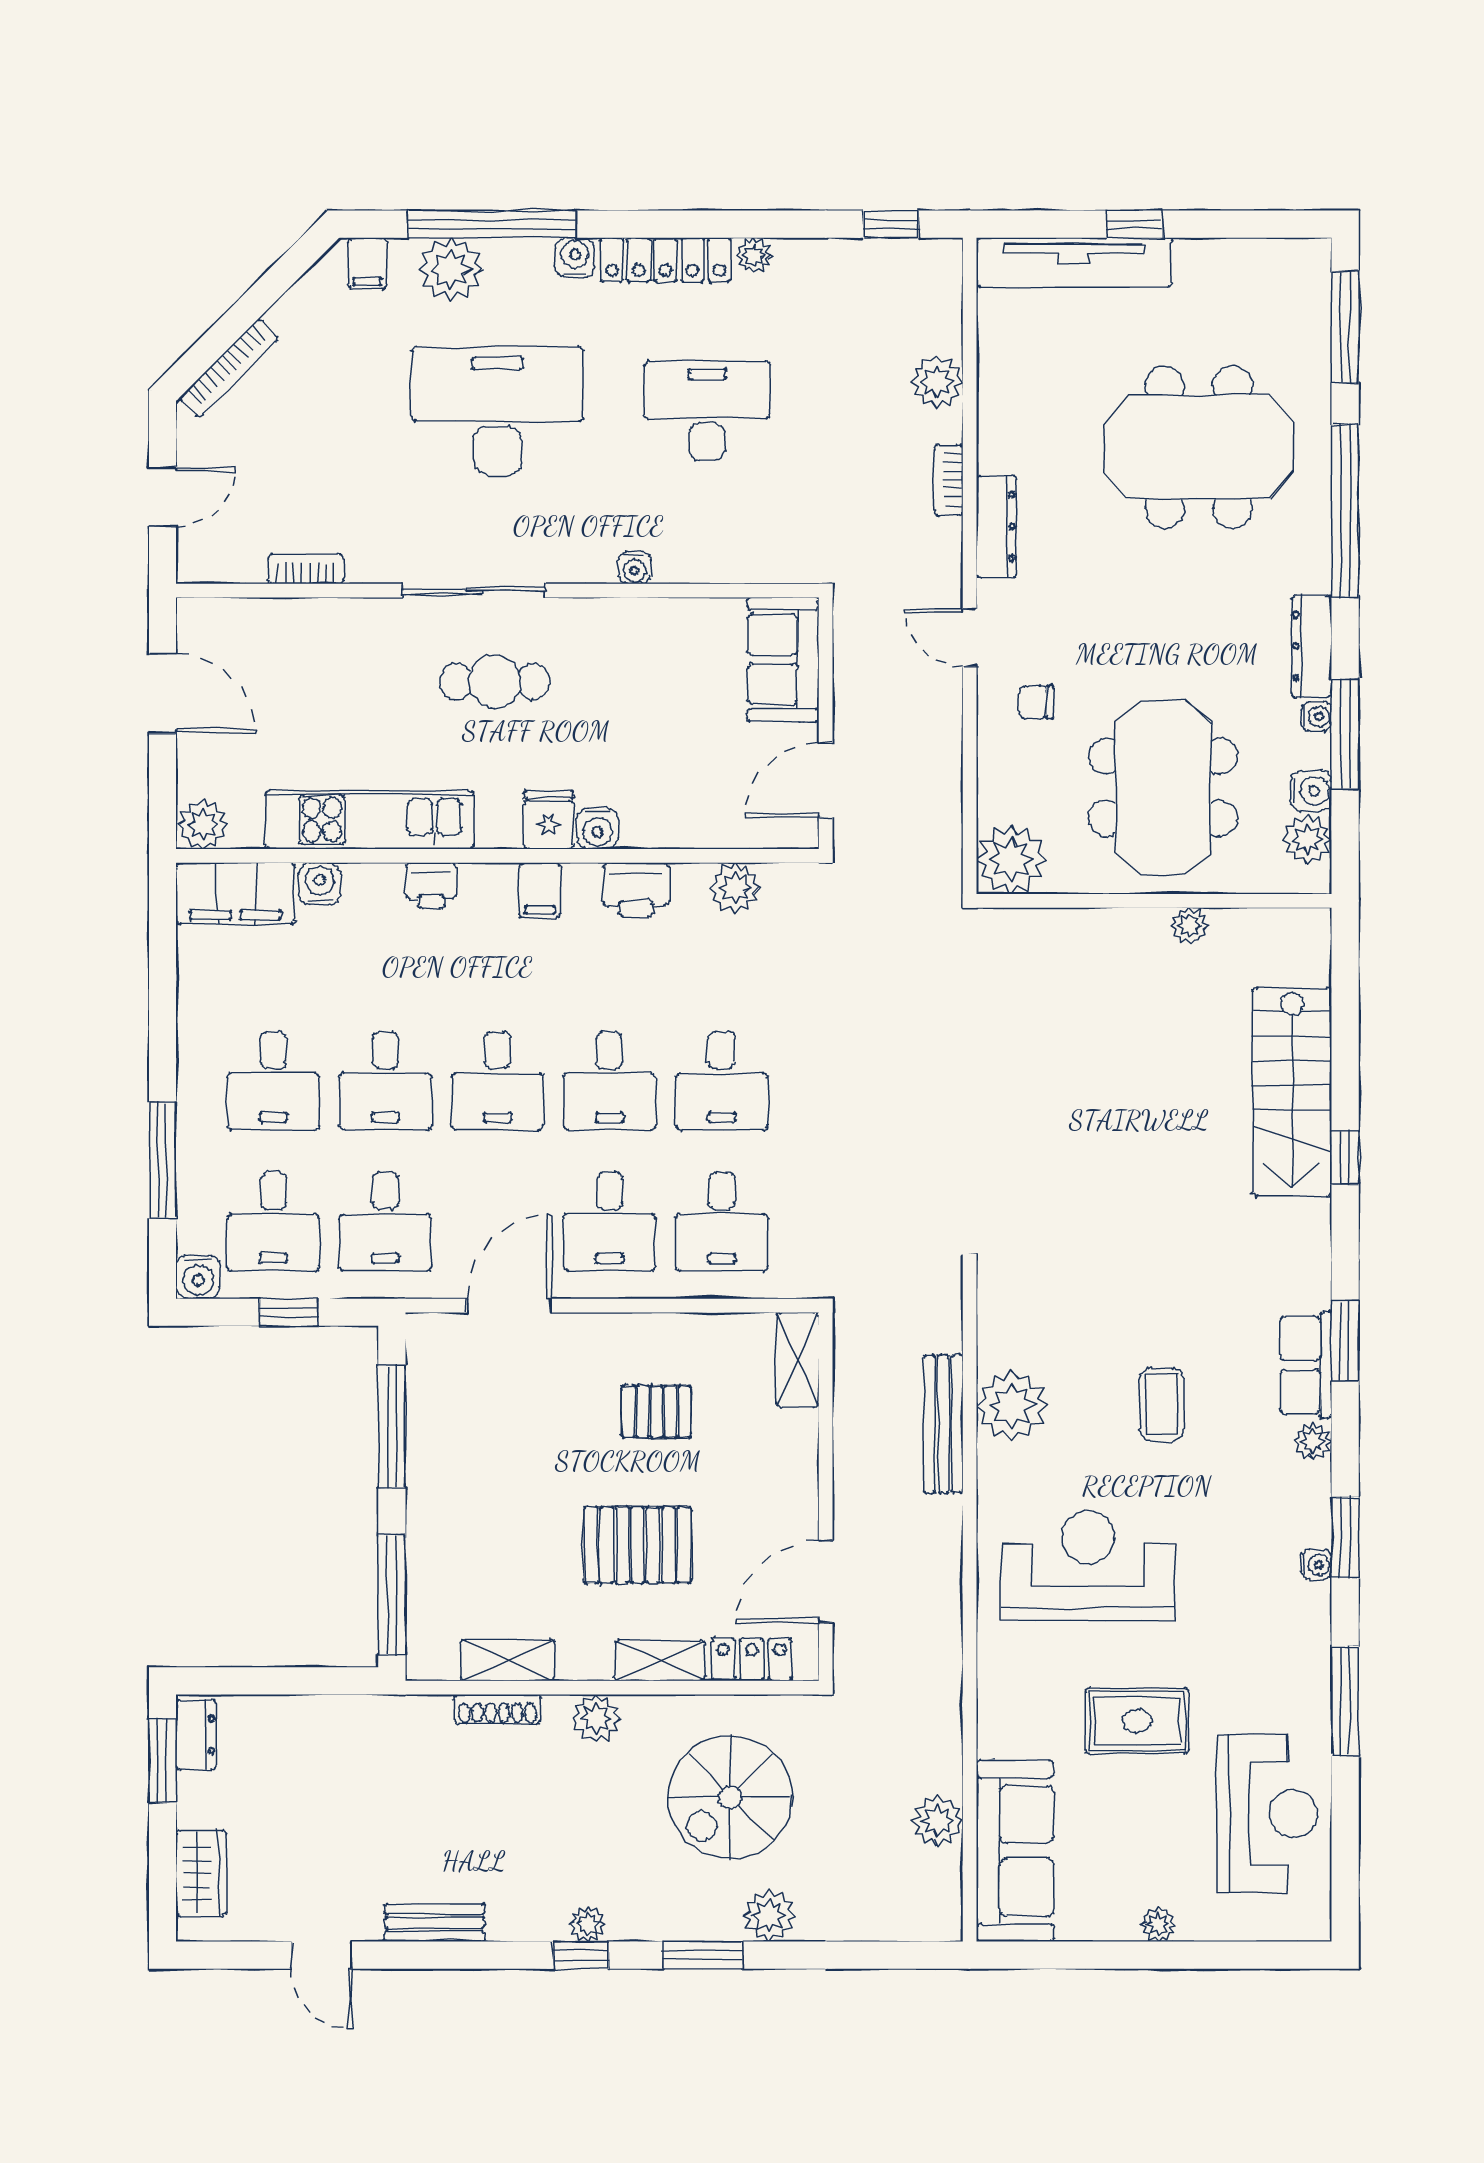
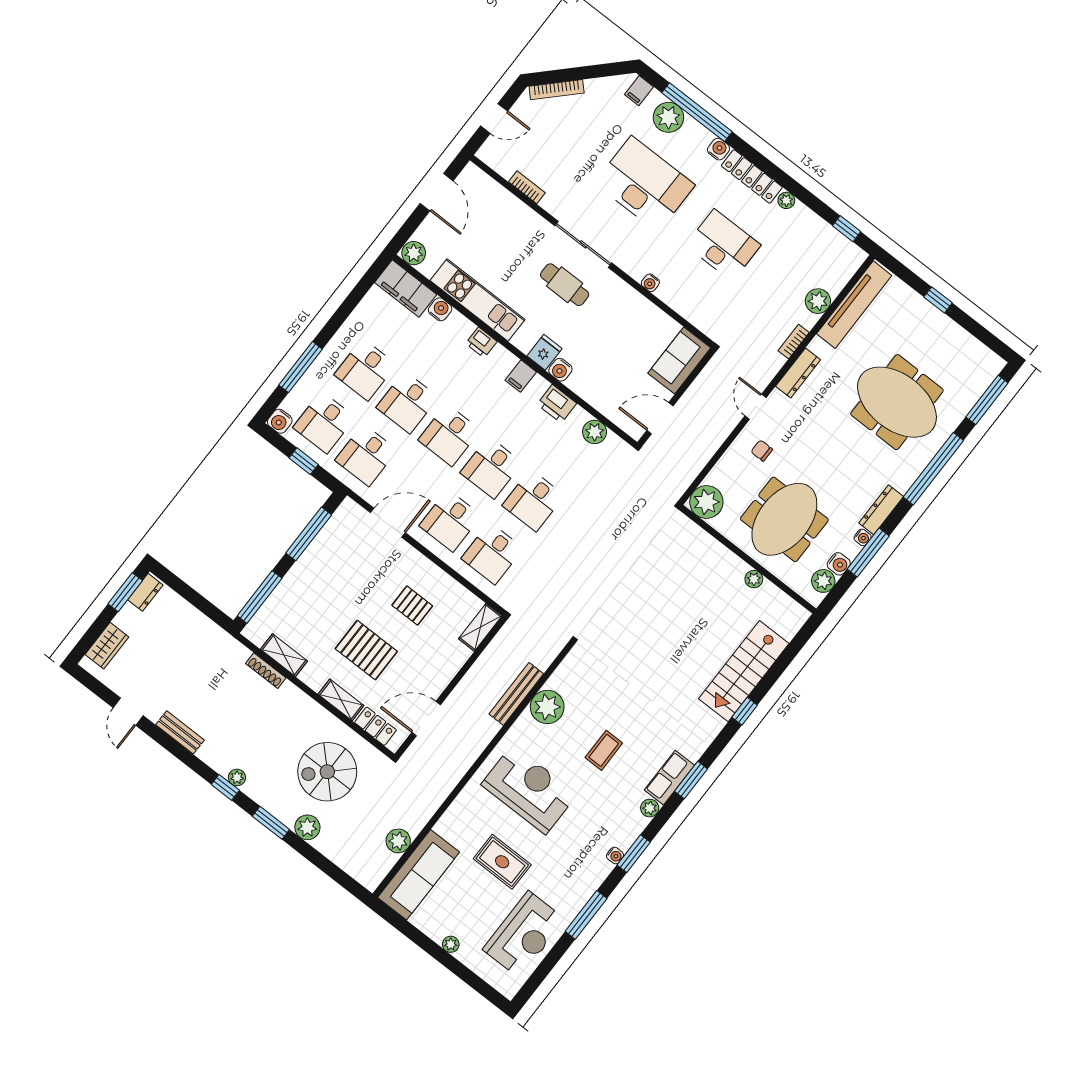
tv unit: (1074, 263) -> (854, 305), moved, turned -90
plant: (596, 1718) -> (300, 703), removed

